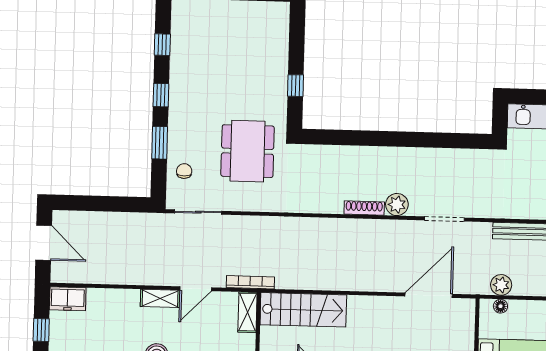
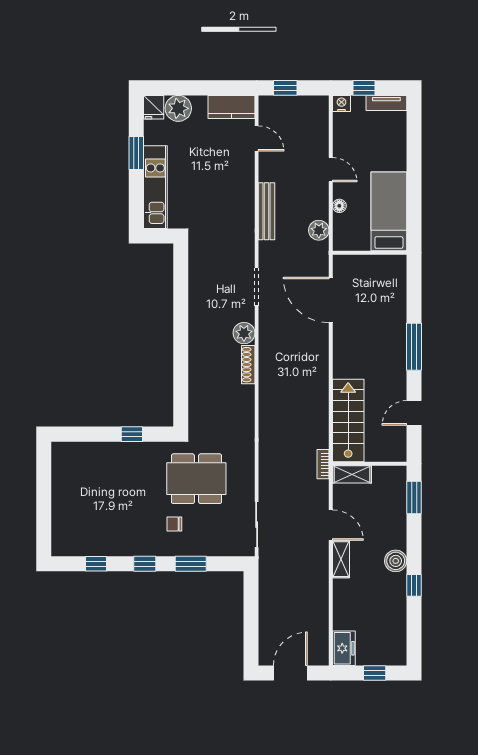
chair: (184, 171) -> (174, 524), moved
bookcase: (250, 282) -> (323, 464), width x0.64
floor lamp: (500, 306) -> (339, 206), moved

